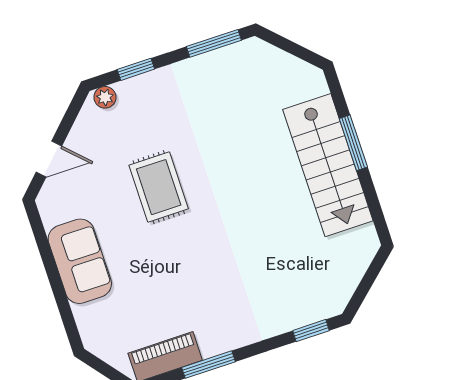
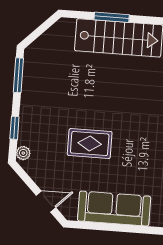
door: (49, 159) -> (46, 201), hinge flipped
sofa: (80, 261) -> (114, 209), width x1.36

